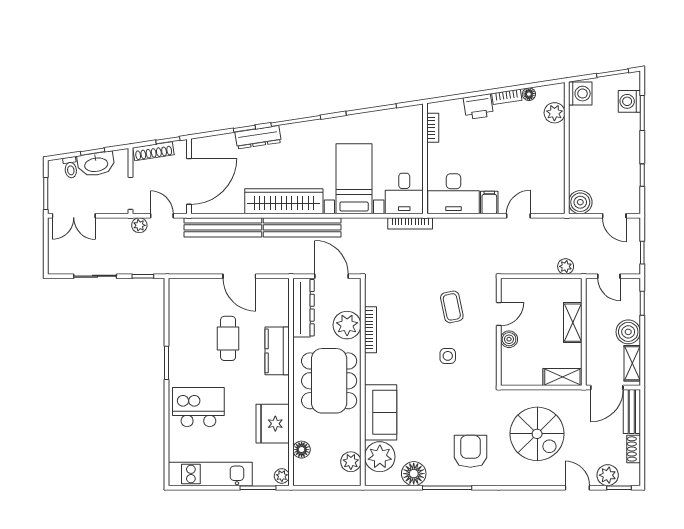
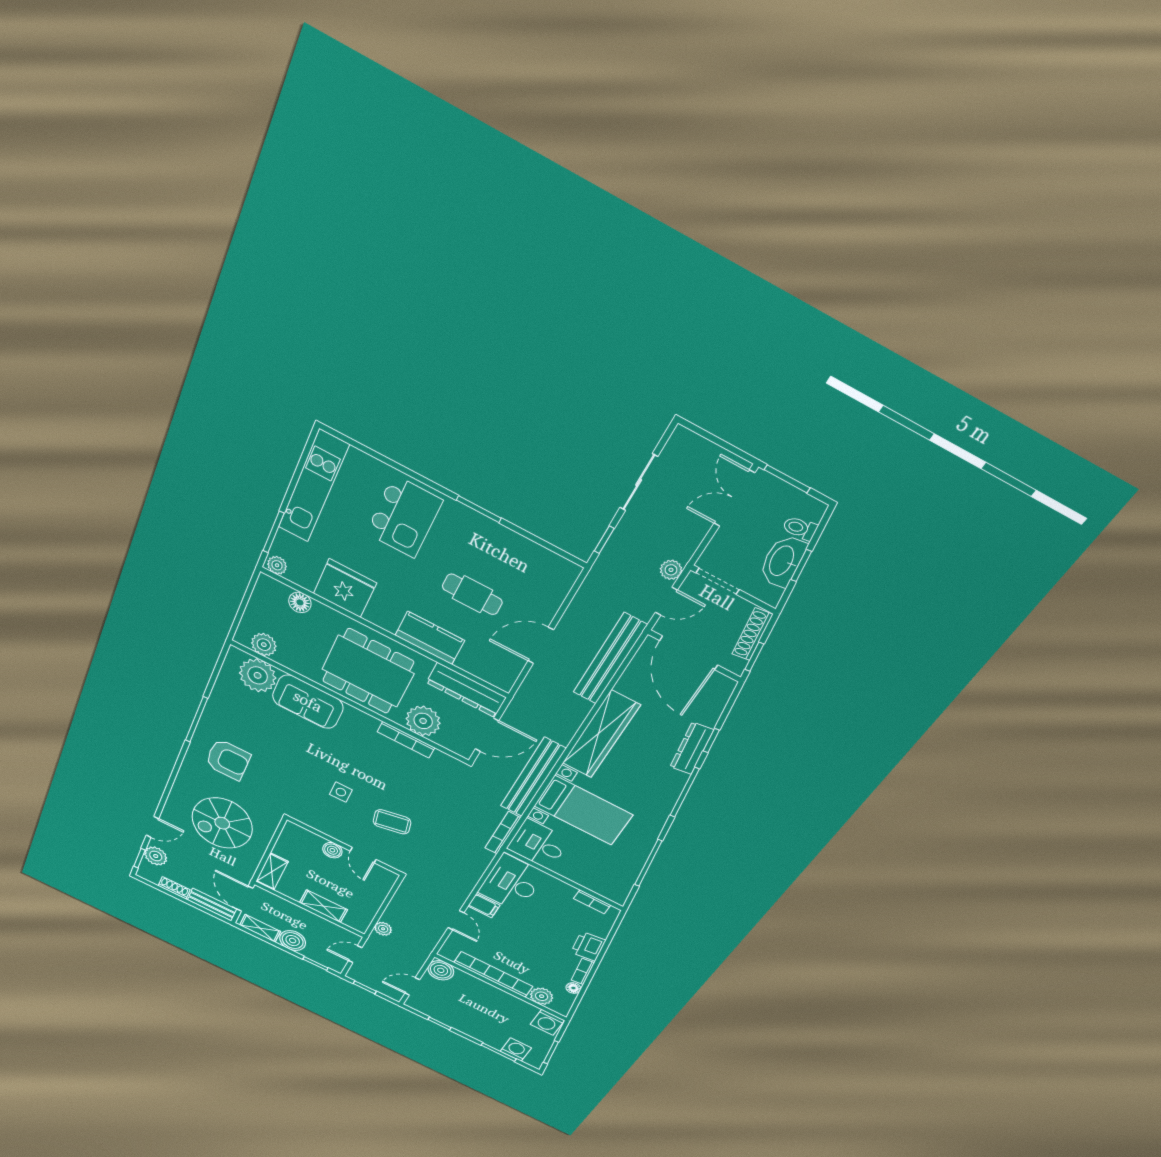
bookcase: (557, 160) -> (493, 975), added
bench: (302, 227) -> (533, 777), moved
floor lamp: (414, 474) -> (225, 697), removed

